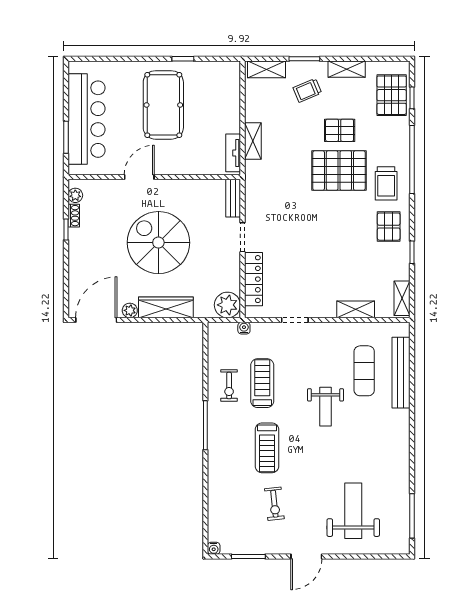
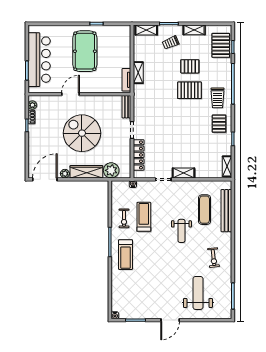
pallet: (339, 171) -> (189, 90), width x0.73, depth x0.71
plant: (227, 305) -> (111, 170), moved
shelving: (356, 309) -> (184, 173), moved
treadmill: (267, 448) -> (125, 255), moved
exercise bike: (274, 504) -> (214, 258), moved

